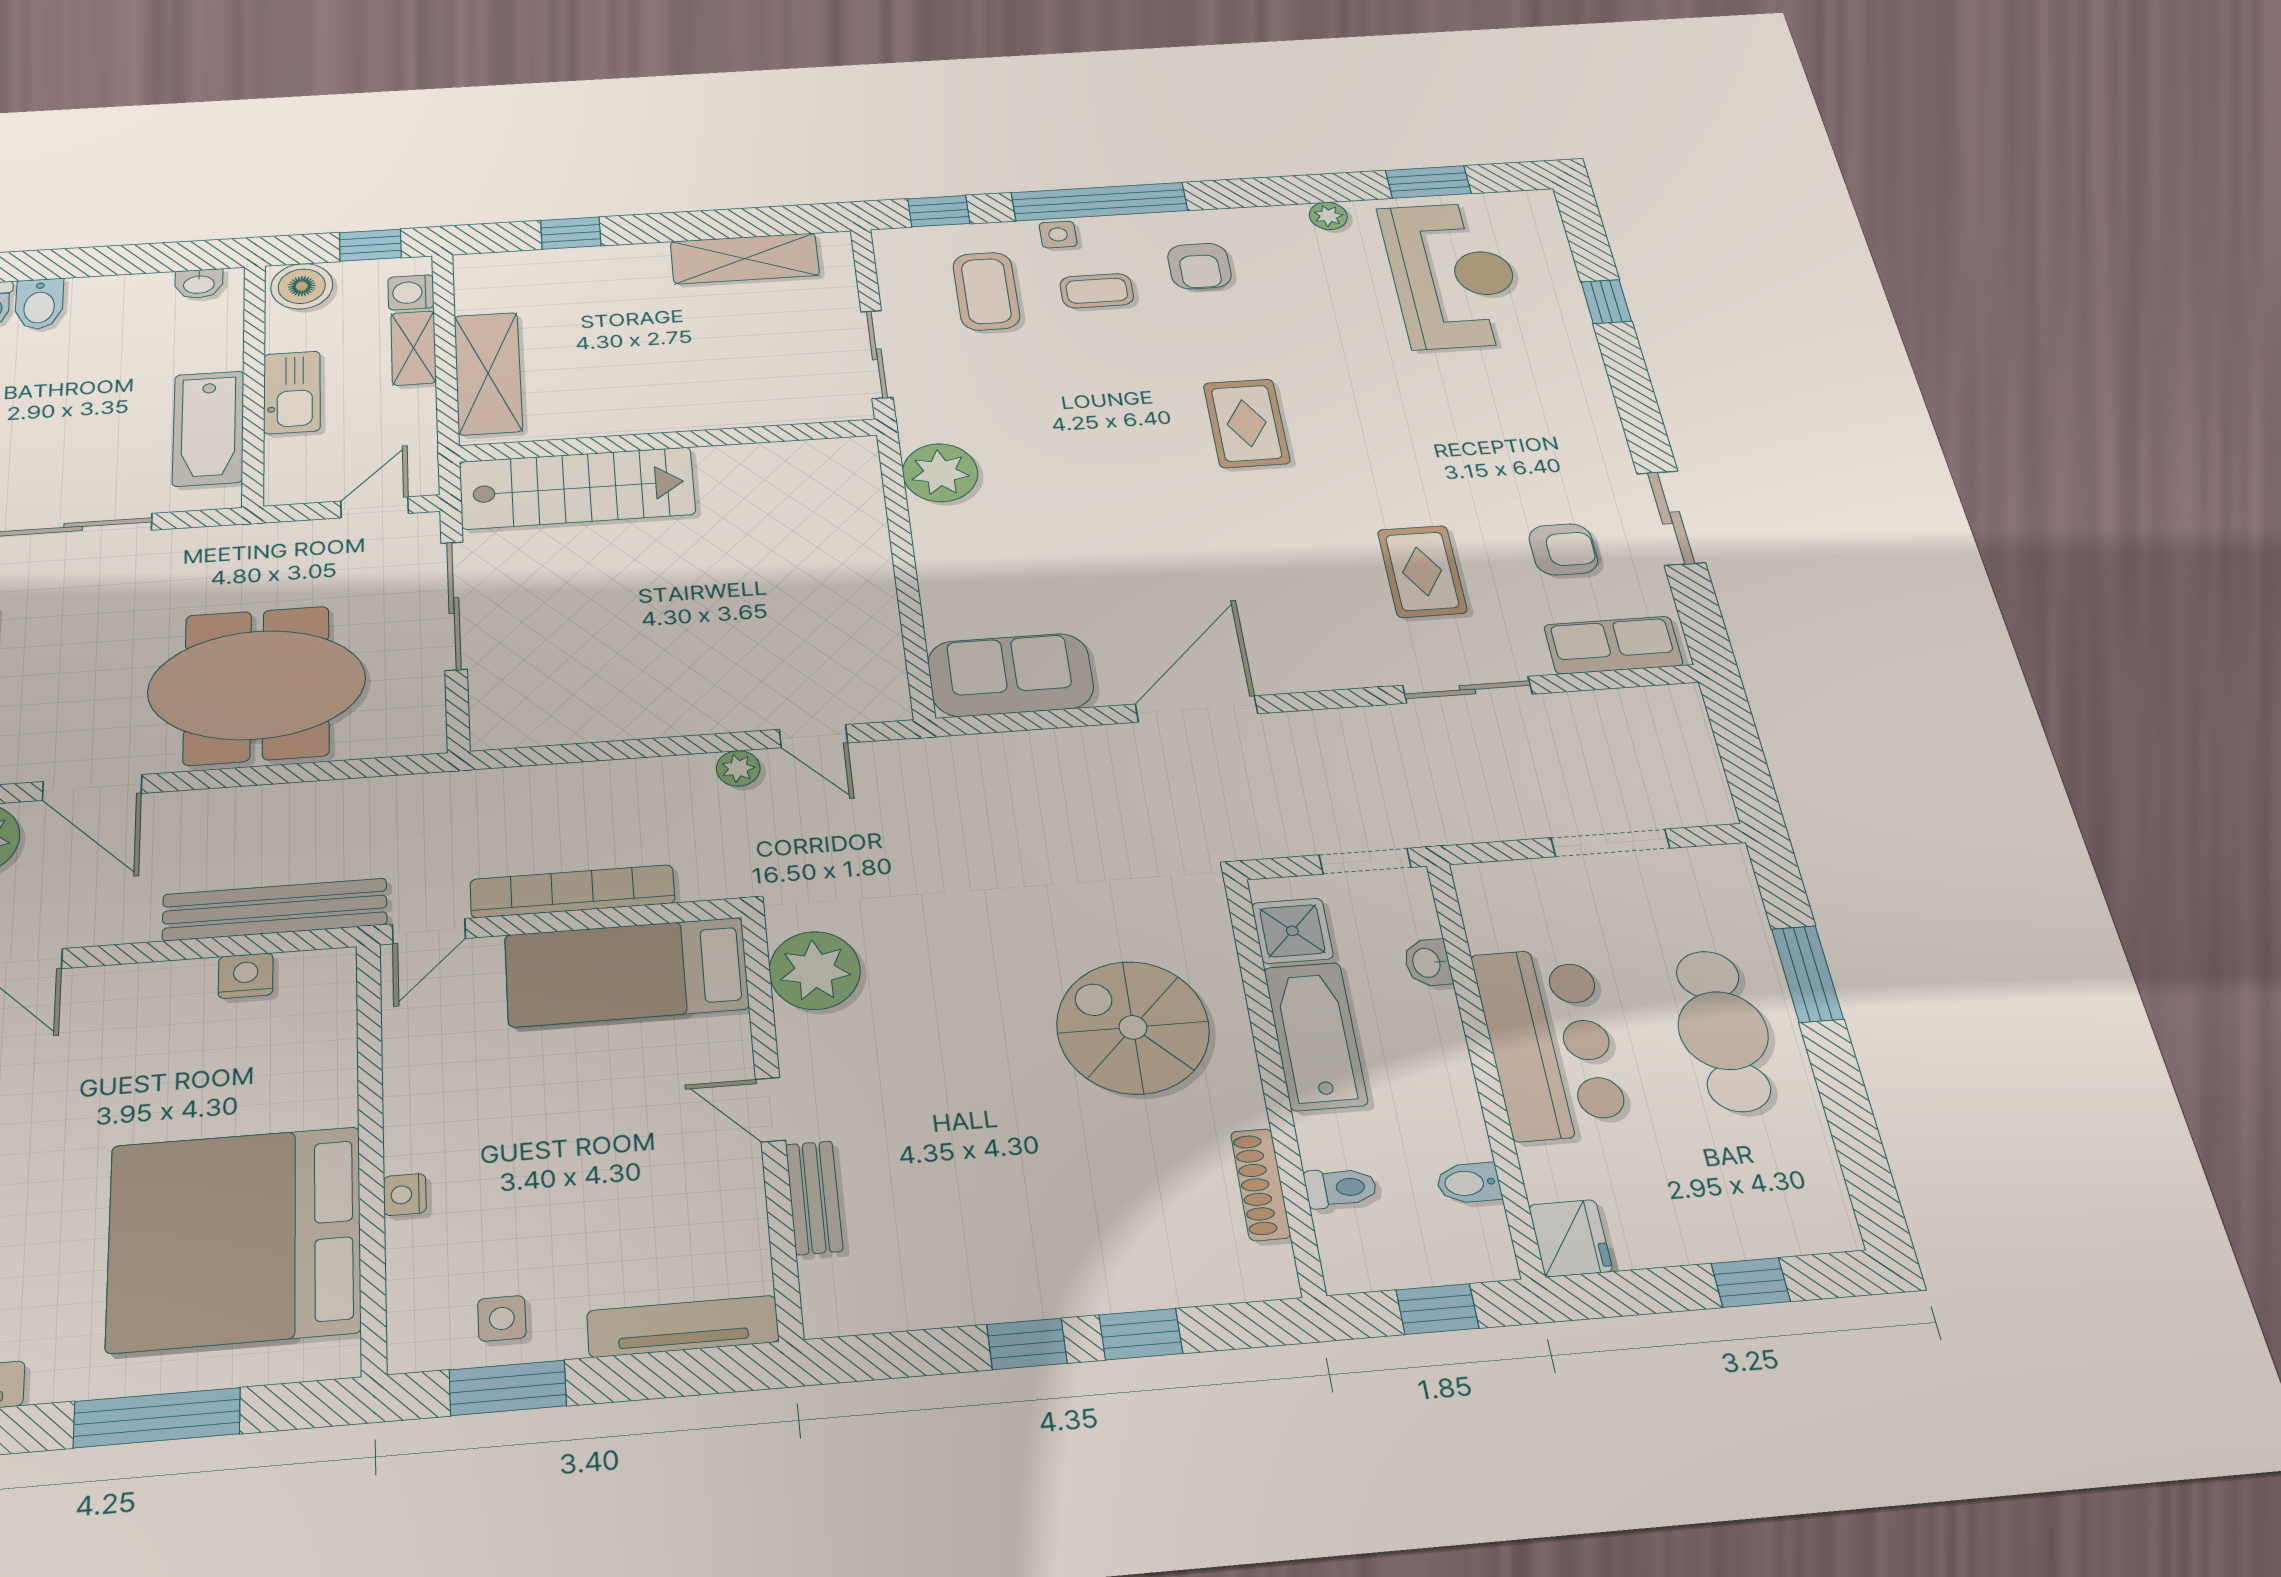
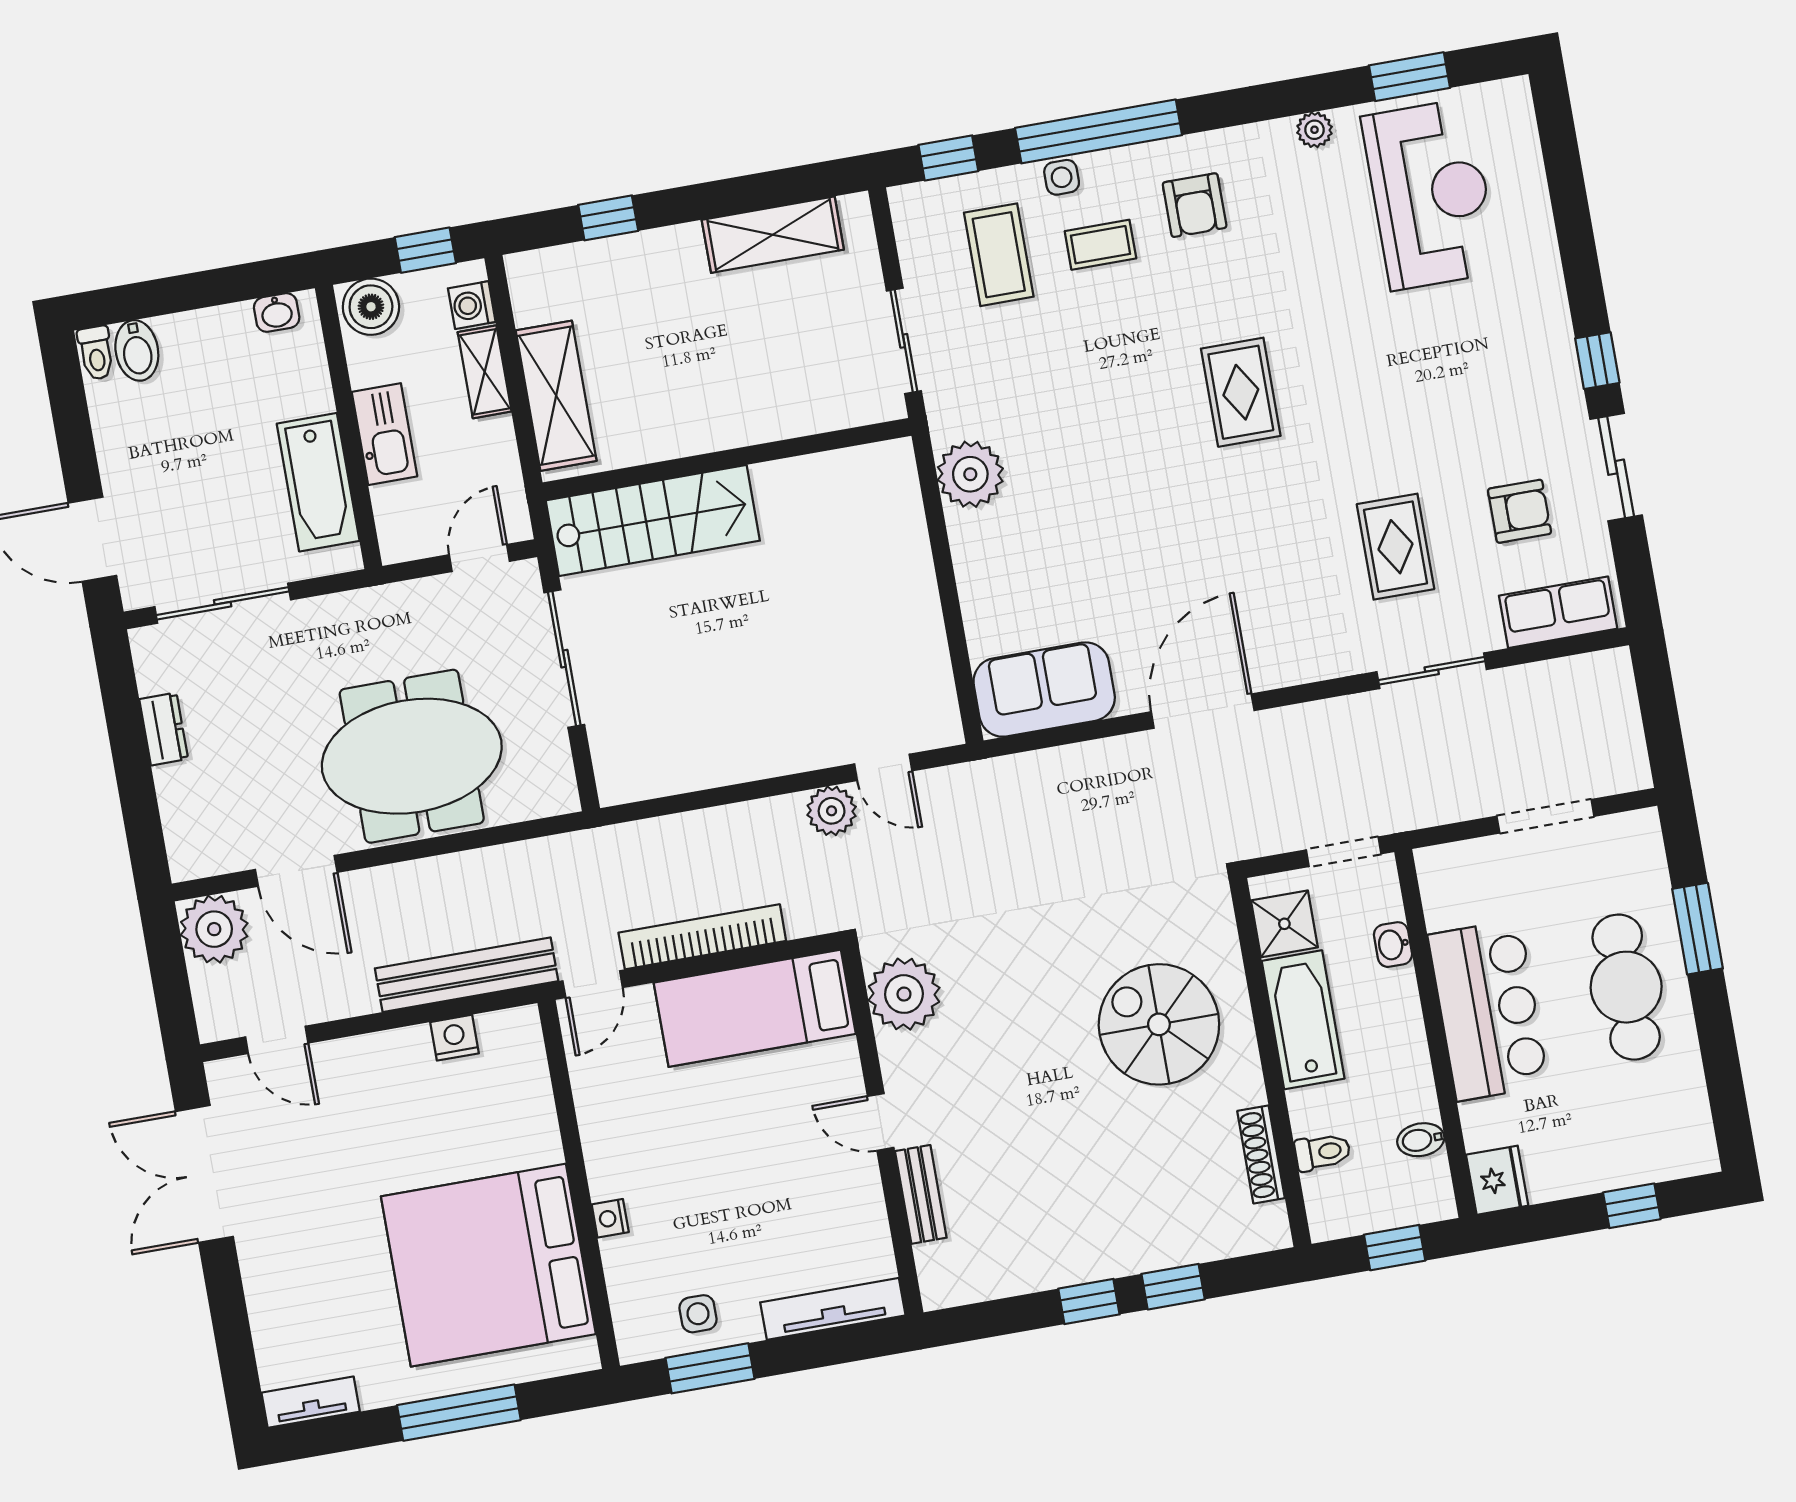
window: (1606, 302) -> (1597, 361), moved
plant: (738, 768) -> (832, 811), width x1.38, depth x1.38

